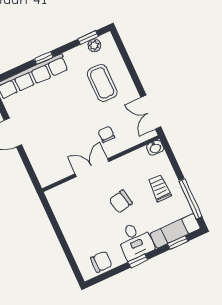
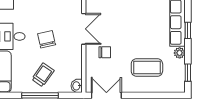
plant: (94, 45) -> (180, 53), moved
trolley: (160, 188) -> (43, 75), turned -55
window: (190, 199) -> (40, 95), moved

